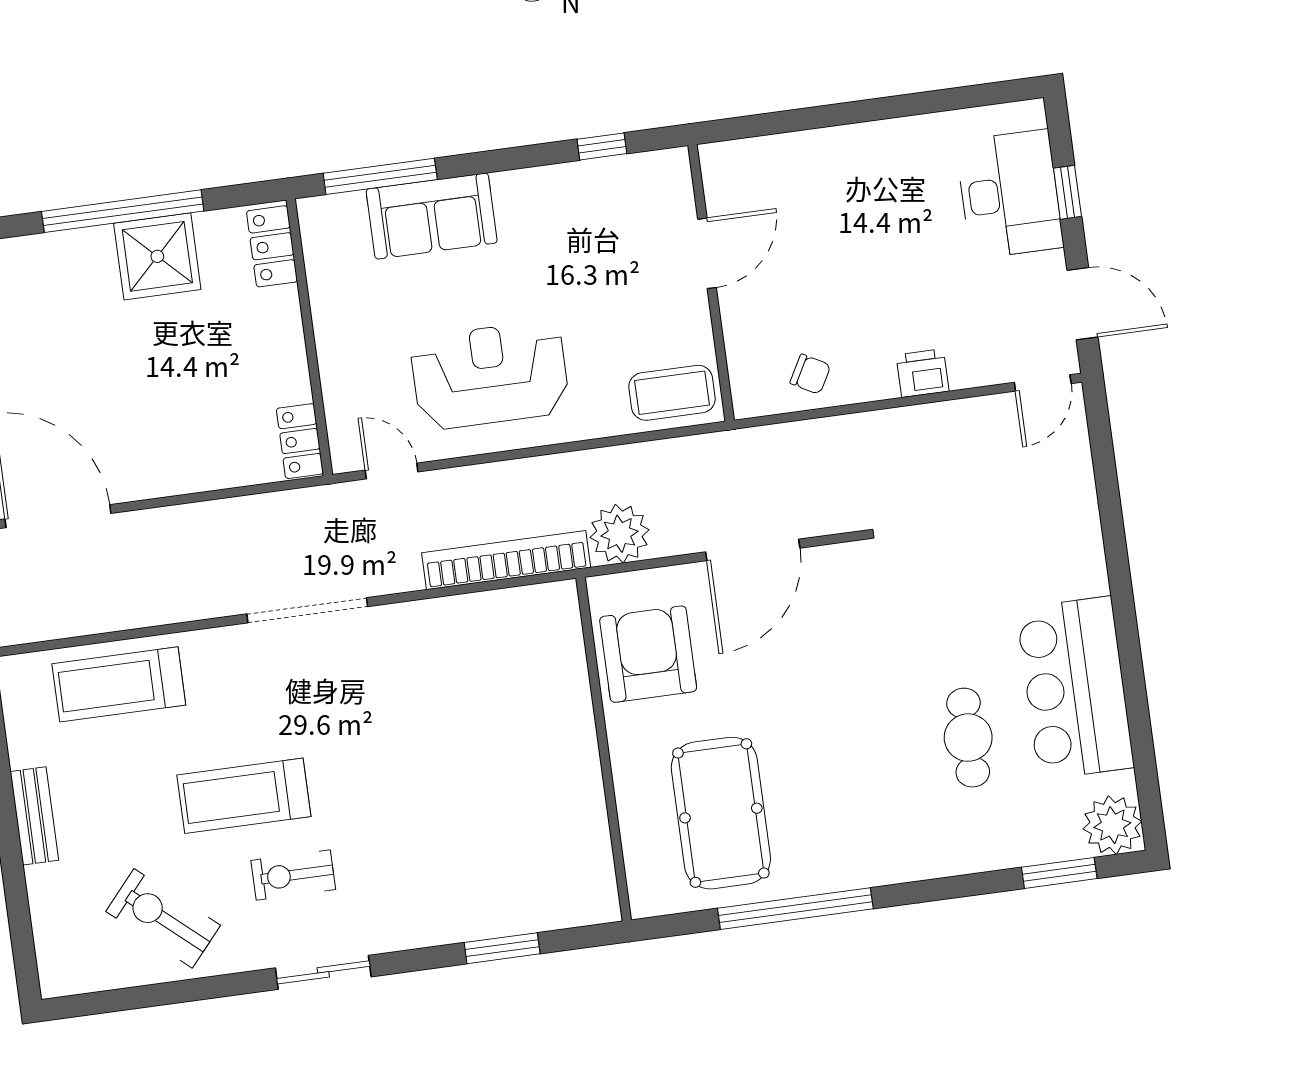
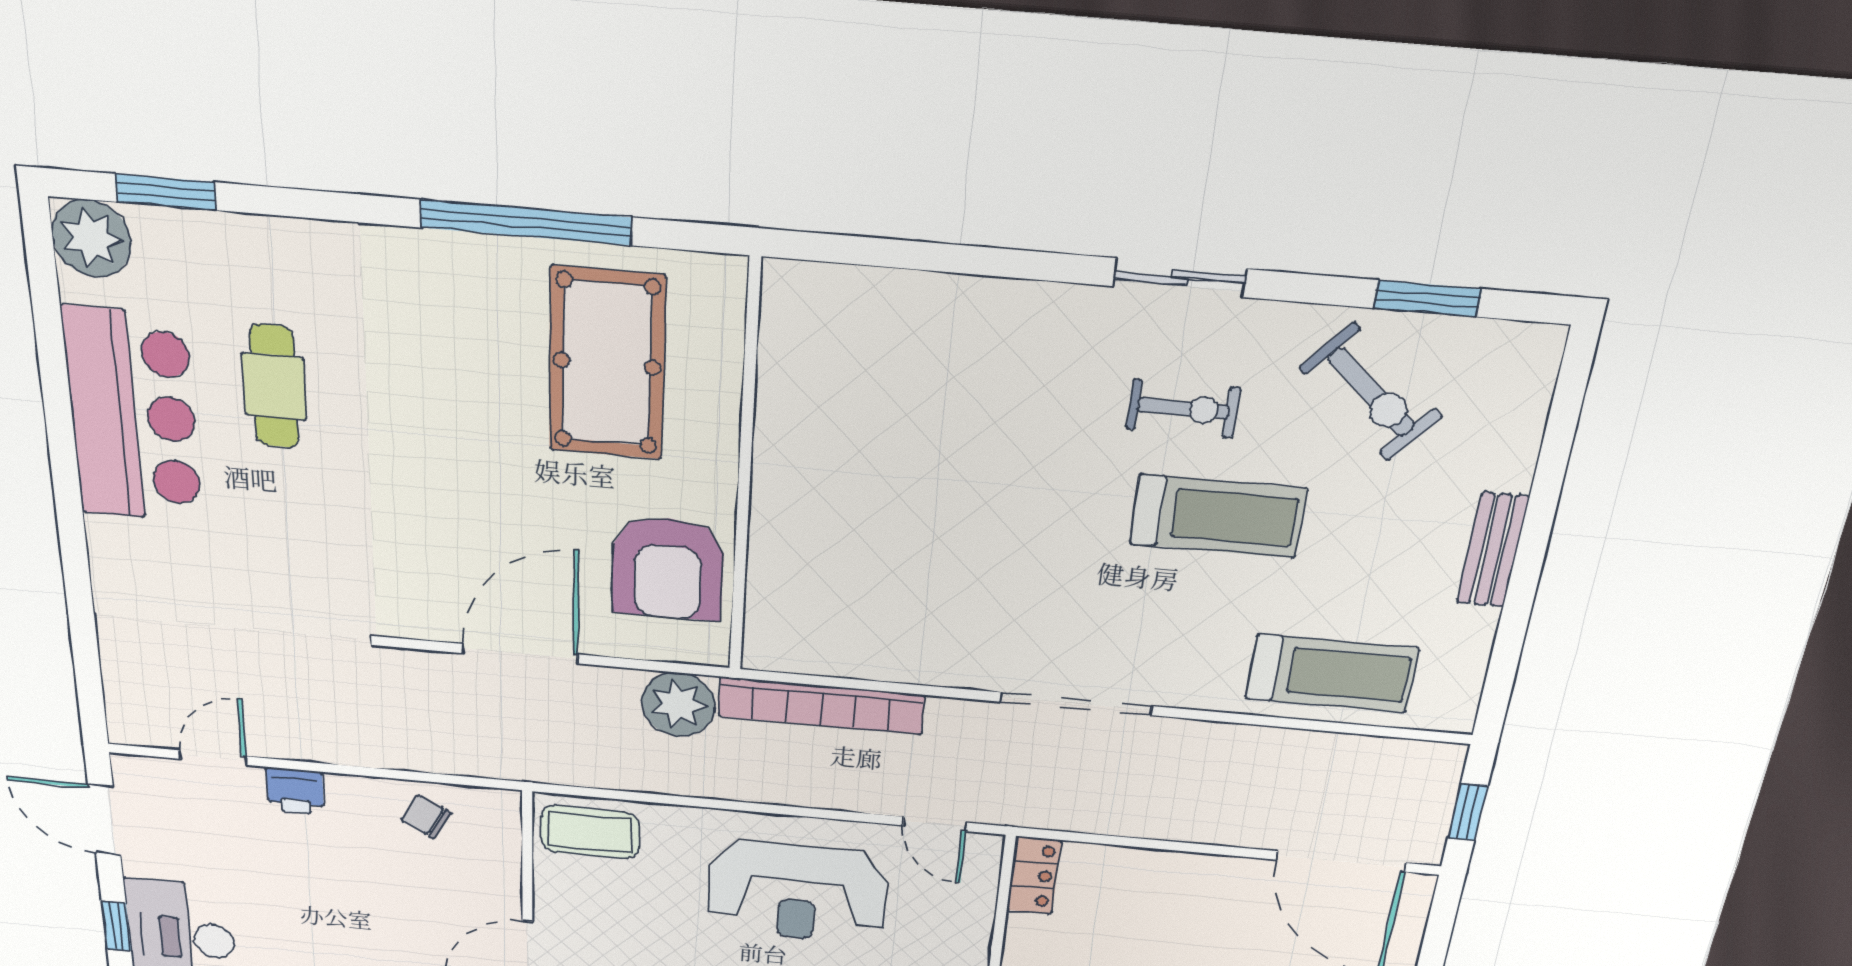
door: (1043, 383) -> (213, 758), moved
window: (502, 948) -> (1427, 298), moved

